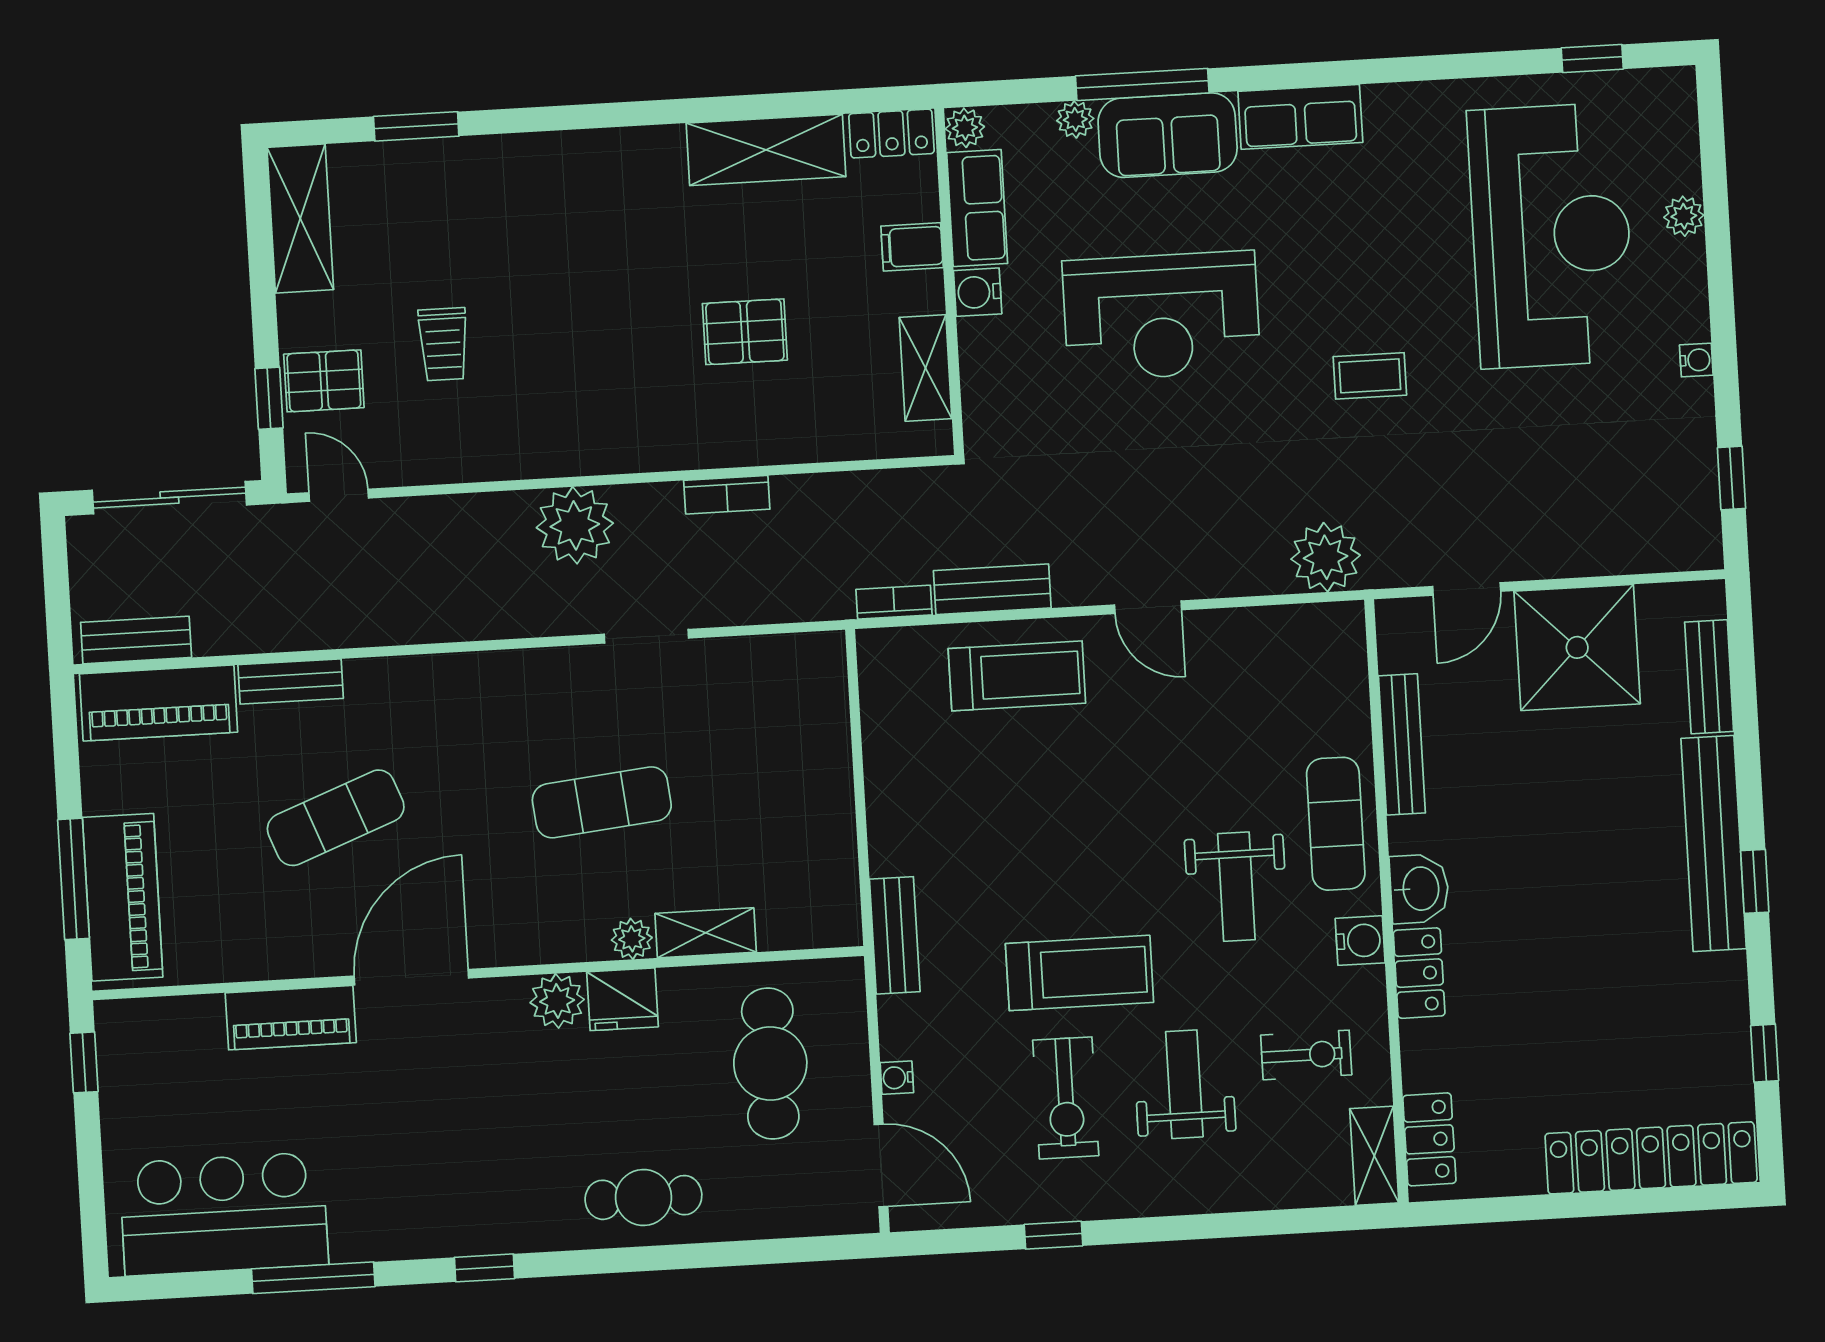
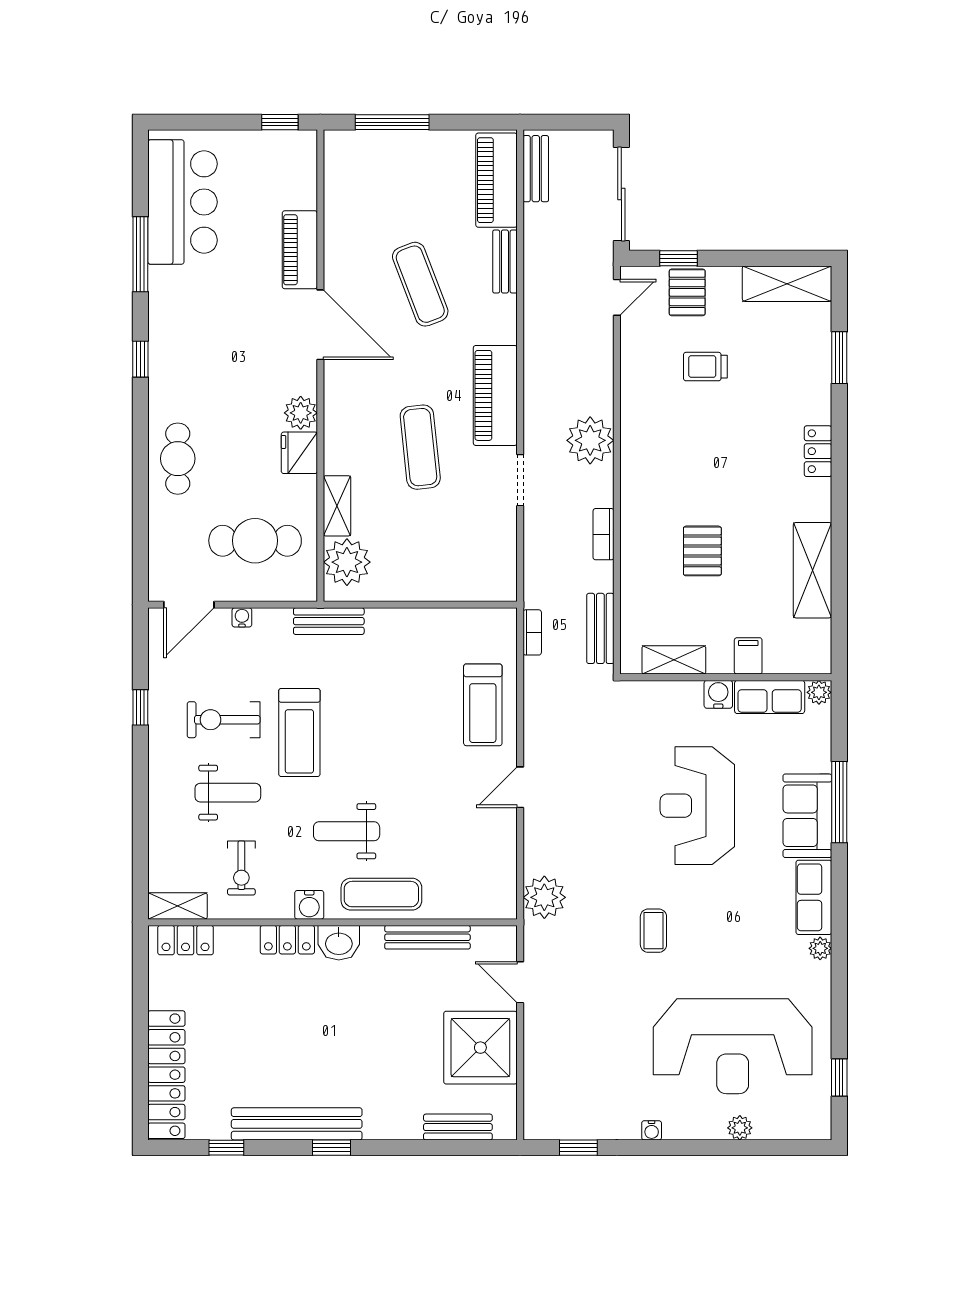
plant: (1075, 119) -> (820, 948), moved
locker: (891, 134) -> (818, 451), moved
bench: (992, 589) -> (600, 628), moved
bench: (1714, 844) -> (297, 1124), moved
piano: (123, 897) -> (495, 395), moved, turned 90
plant: (632, 939) -> (347, 562), moved, width x1.87, depth x1.87

